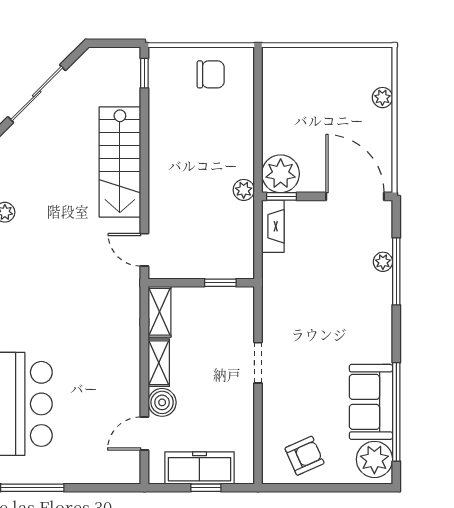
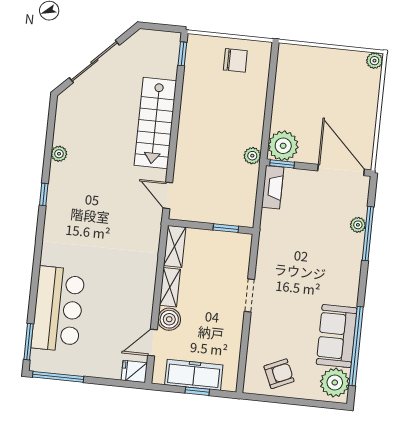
plant: (382, 98) -> (374, 61), moved
fridge: (126, 471) -> (134, 371), added

